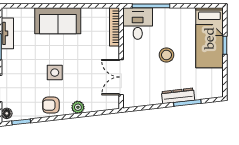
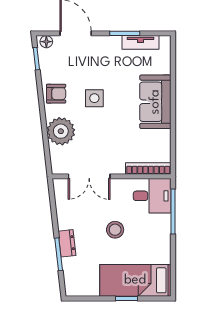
double door: (121, 77) -> (89, 176), swing flipped
dresser: (178, 96) -> (67, 243), width x0.70
armchair: (51, 105) -> (56, 94), turned 90
plant: (78, 107) -> (61, 131), width x1.87, depth x1.87

